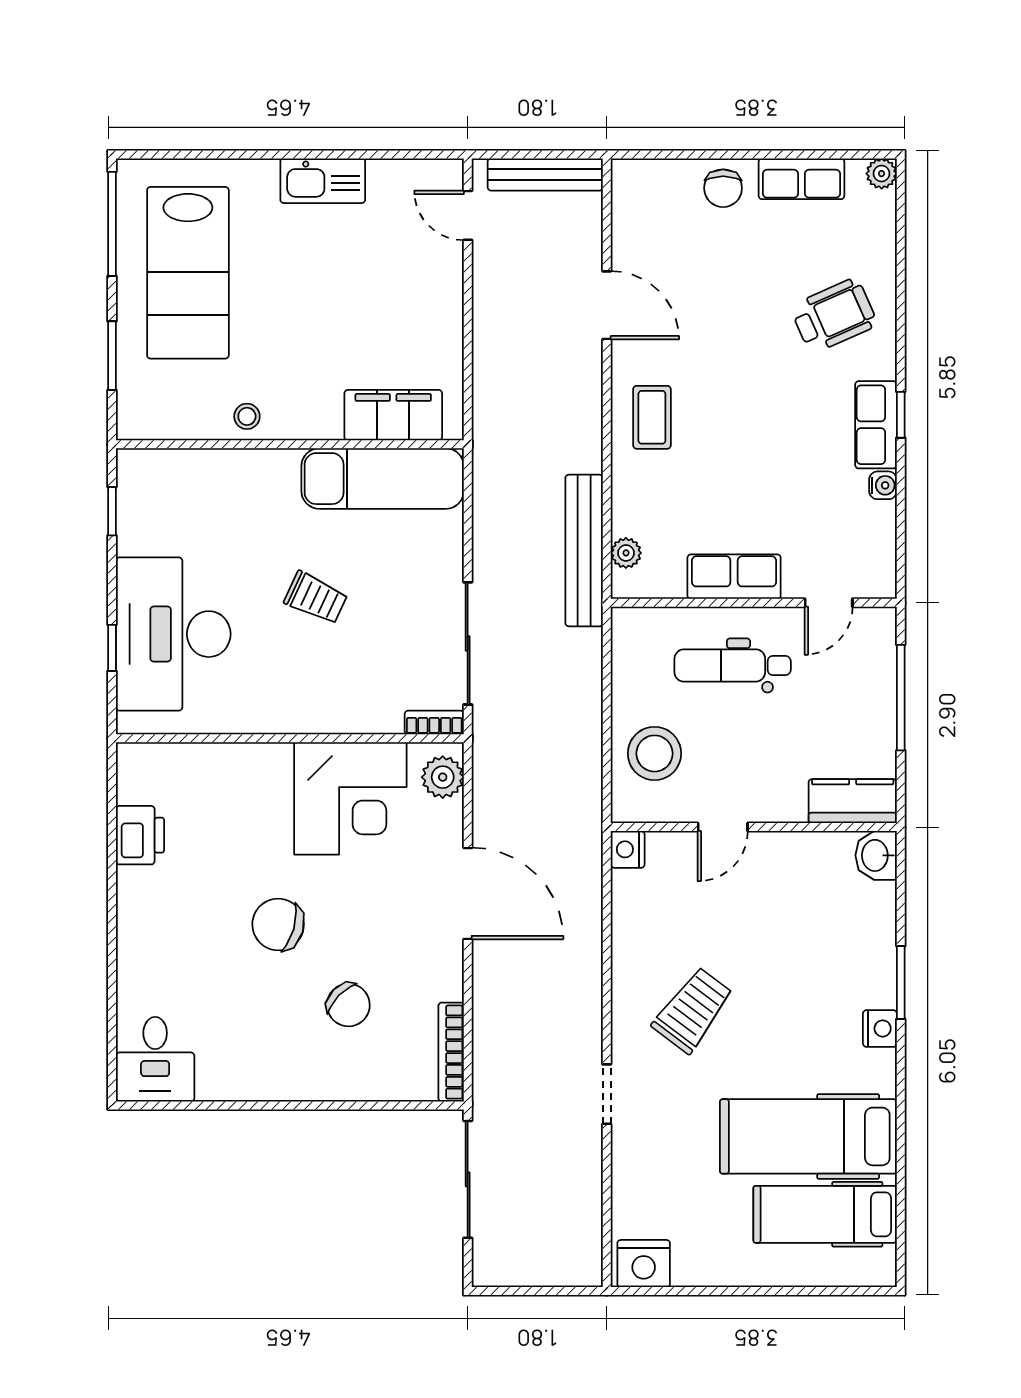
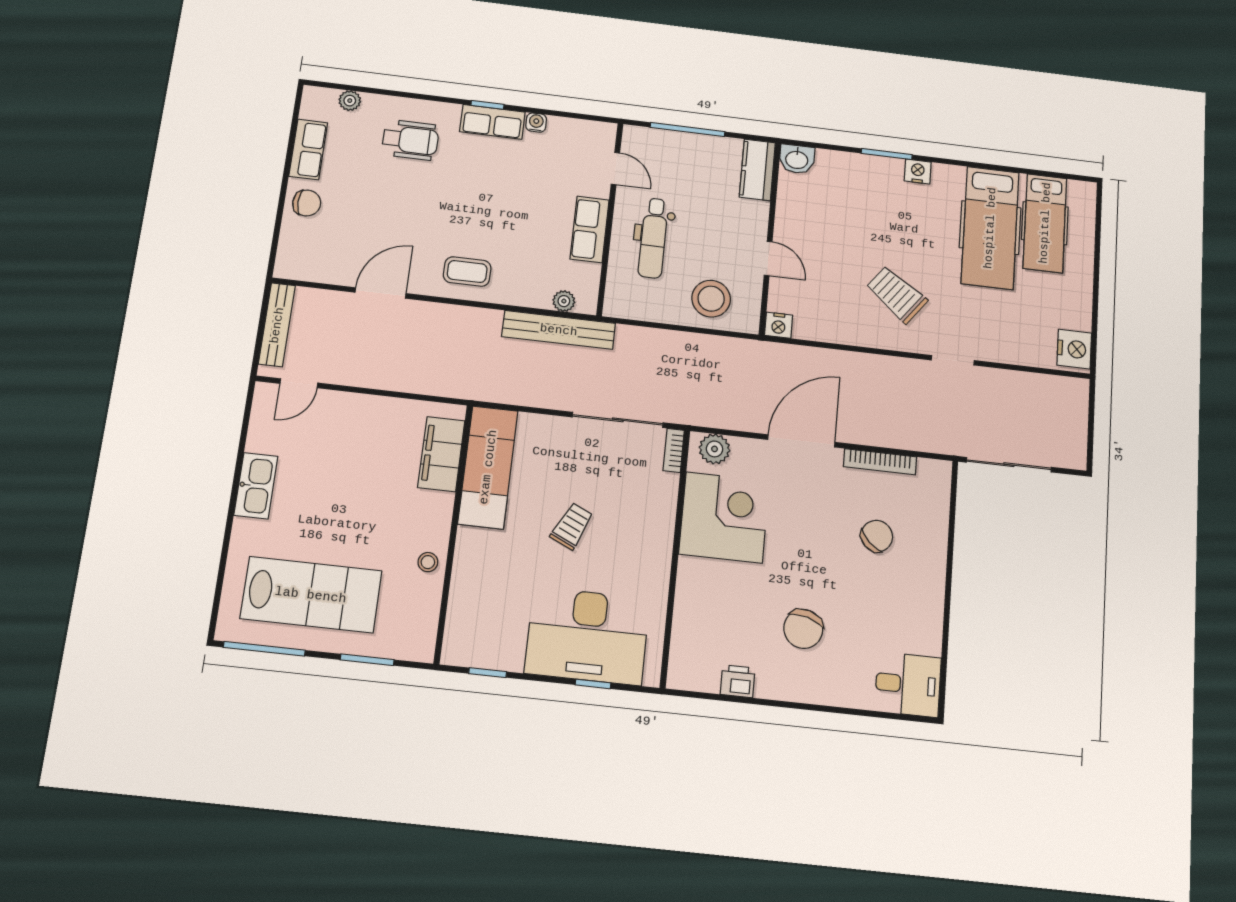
plant: (882, 174) -> (350, 101), moved
wheelchair: (834, 316) -> (410, 140), turned 114
printer: (140, 835) -> (738, 681), width x0.73, depth x0.81
chair: (278, 924) -> (803, 629), moved
bookcase: (451, 1052) -> (880, 462), moved

